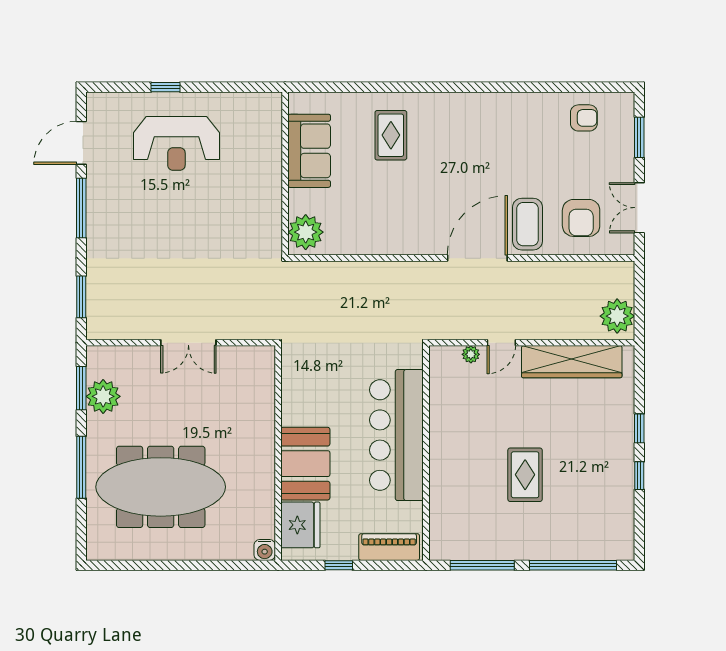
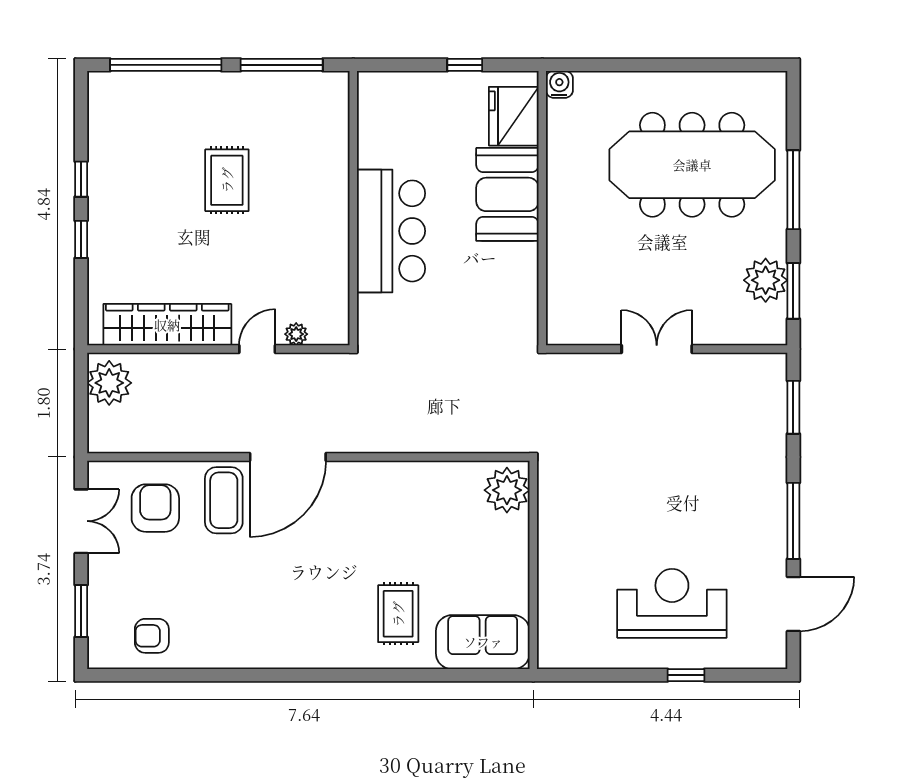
sofa: (309, 151) -> (483, 642), moved, turned 90
bar counter: (396, 435) -> (391, 231), width x0.73
piano: (389, 547) -> (400, 88), removed

